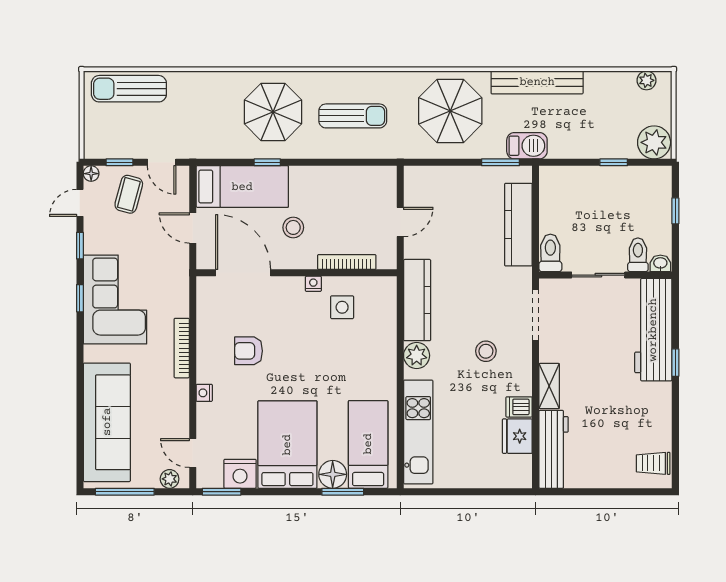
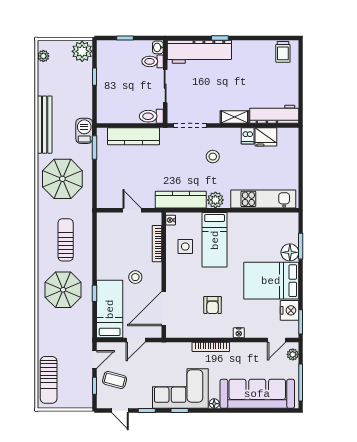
floor lamp: (91, 174) -> (214, 404), moved
nightstand: (313, 284) -> (171, 220), moved
bed: (368, 444) -> (215, 240), moved, turned -90

